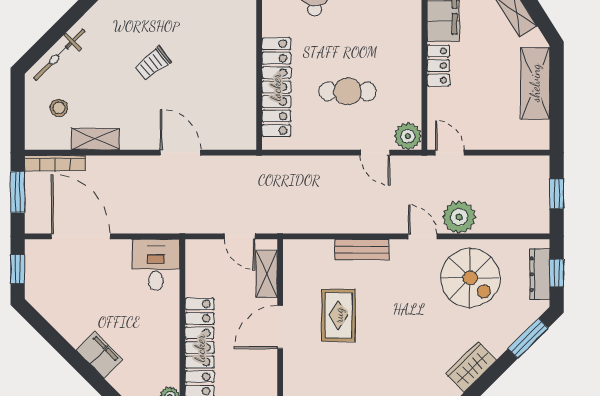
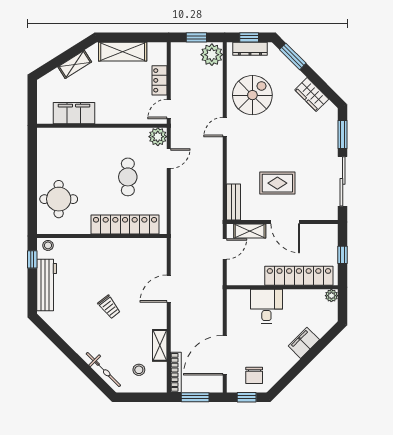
locker: (438, 66) -> (159, 80), moved, turned -90
plant: (459, 217) -> (212, 55), moved
bench: (362, 250) -> (234, 202), moved
desk: (156, 265) -> (266, 306), moved, turned 90
chair: (50, 281) -> (254, 375), added

